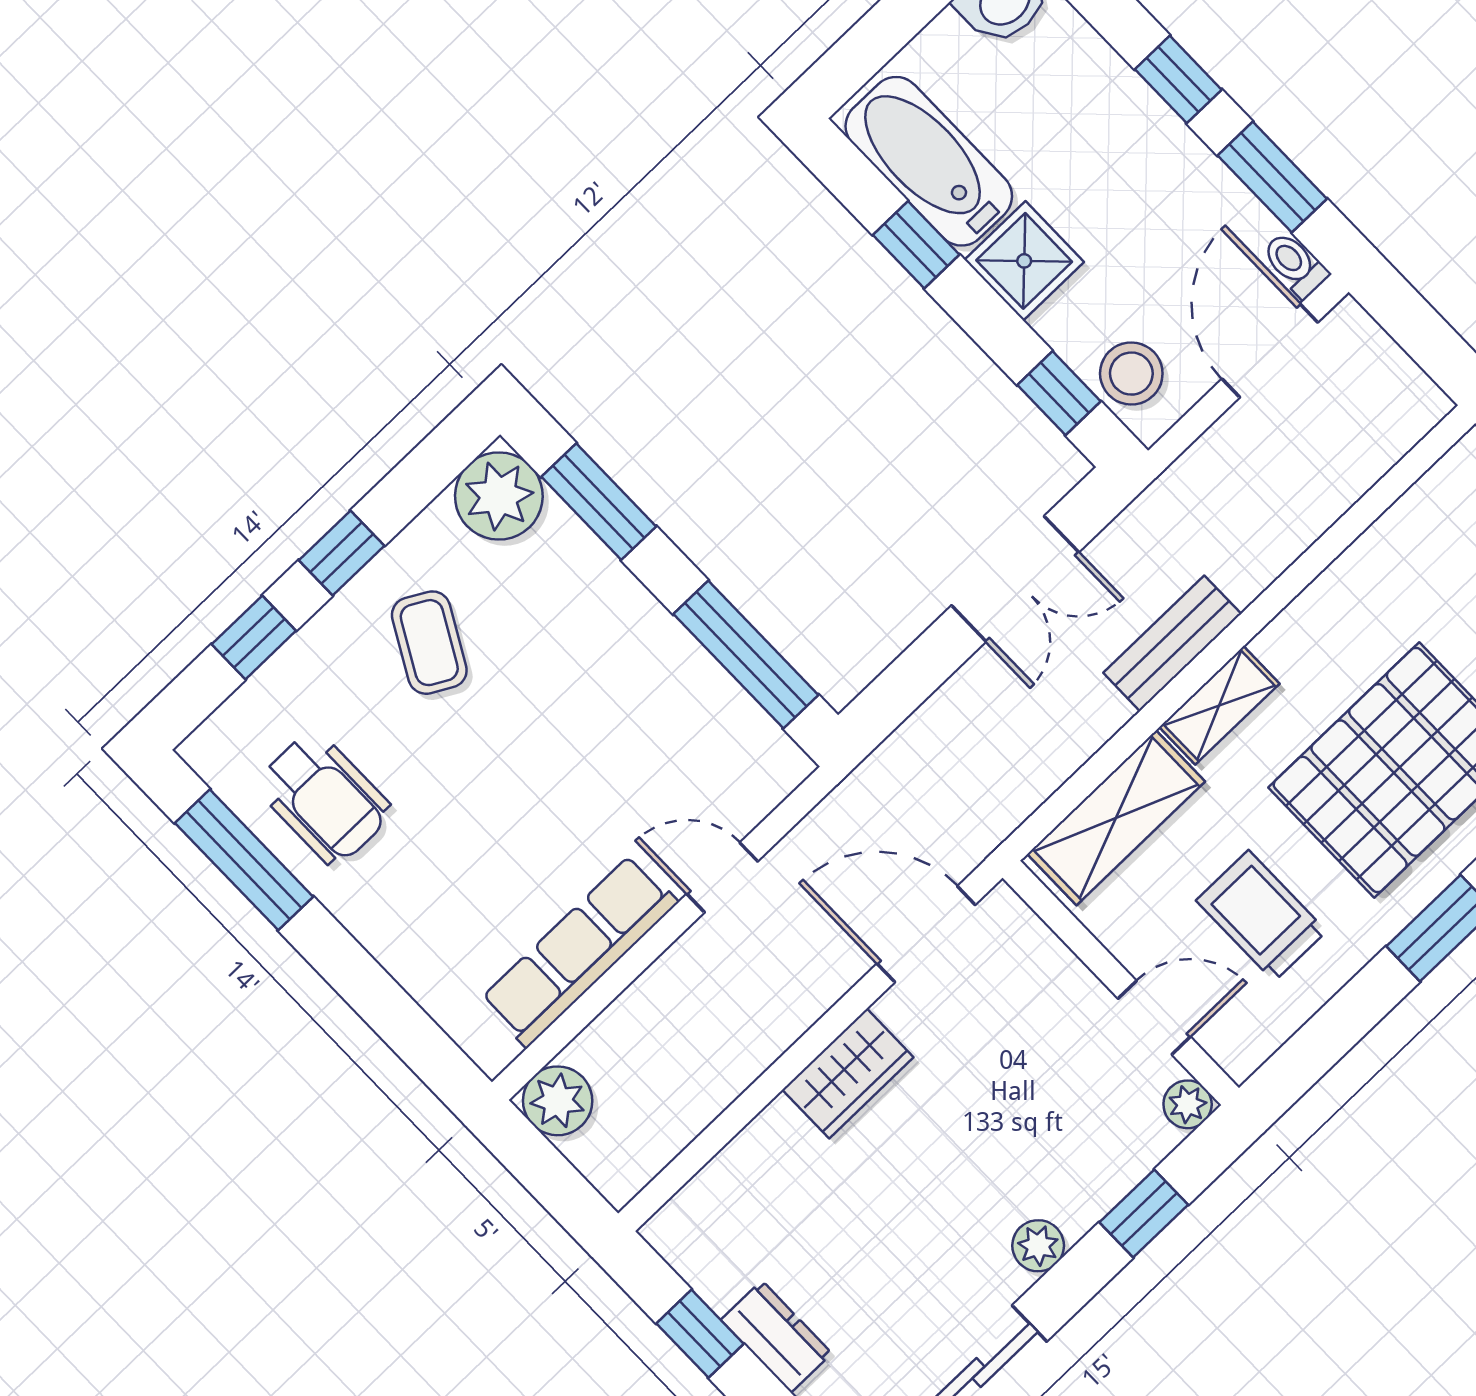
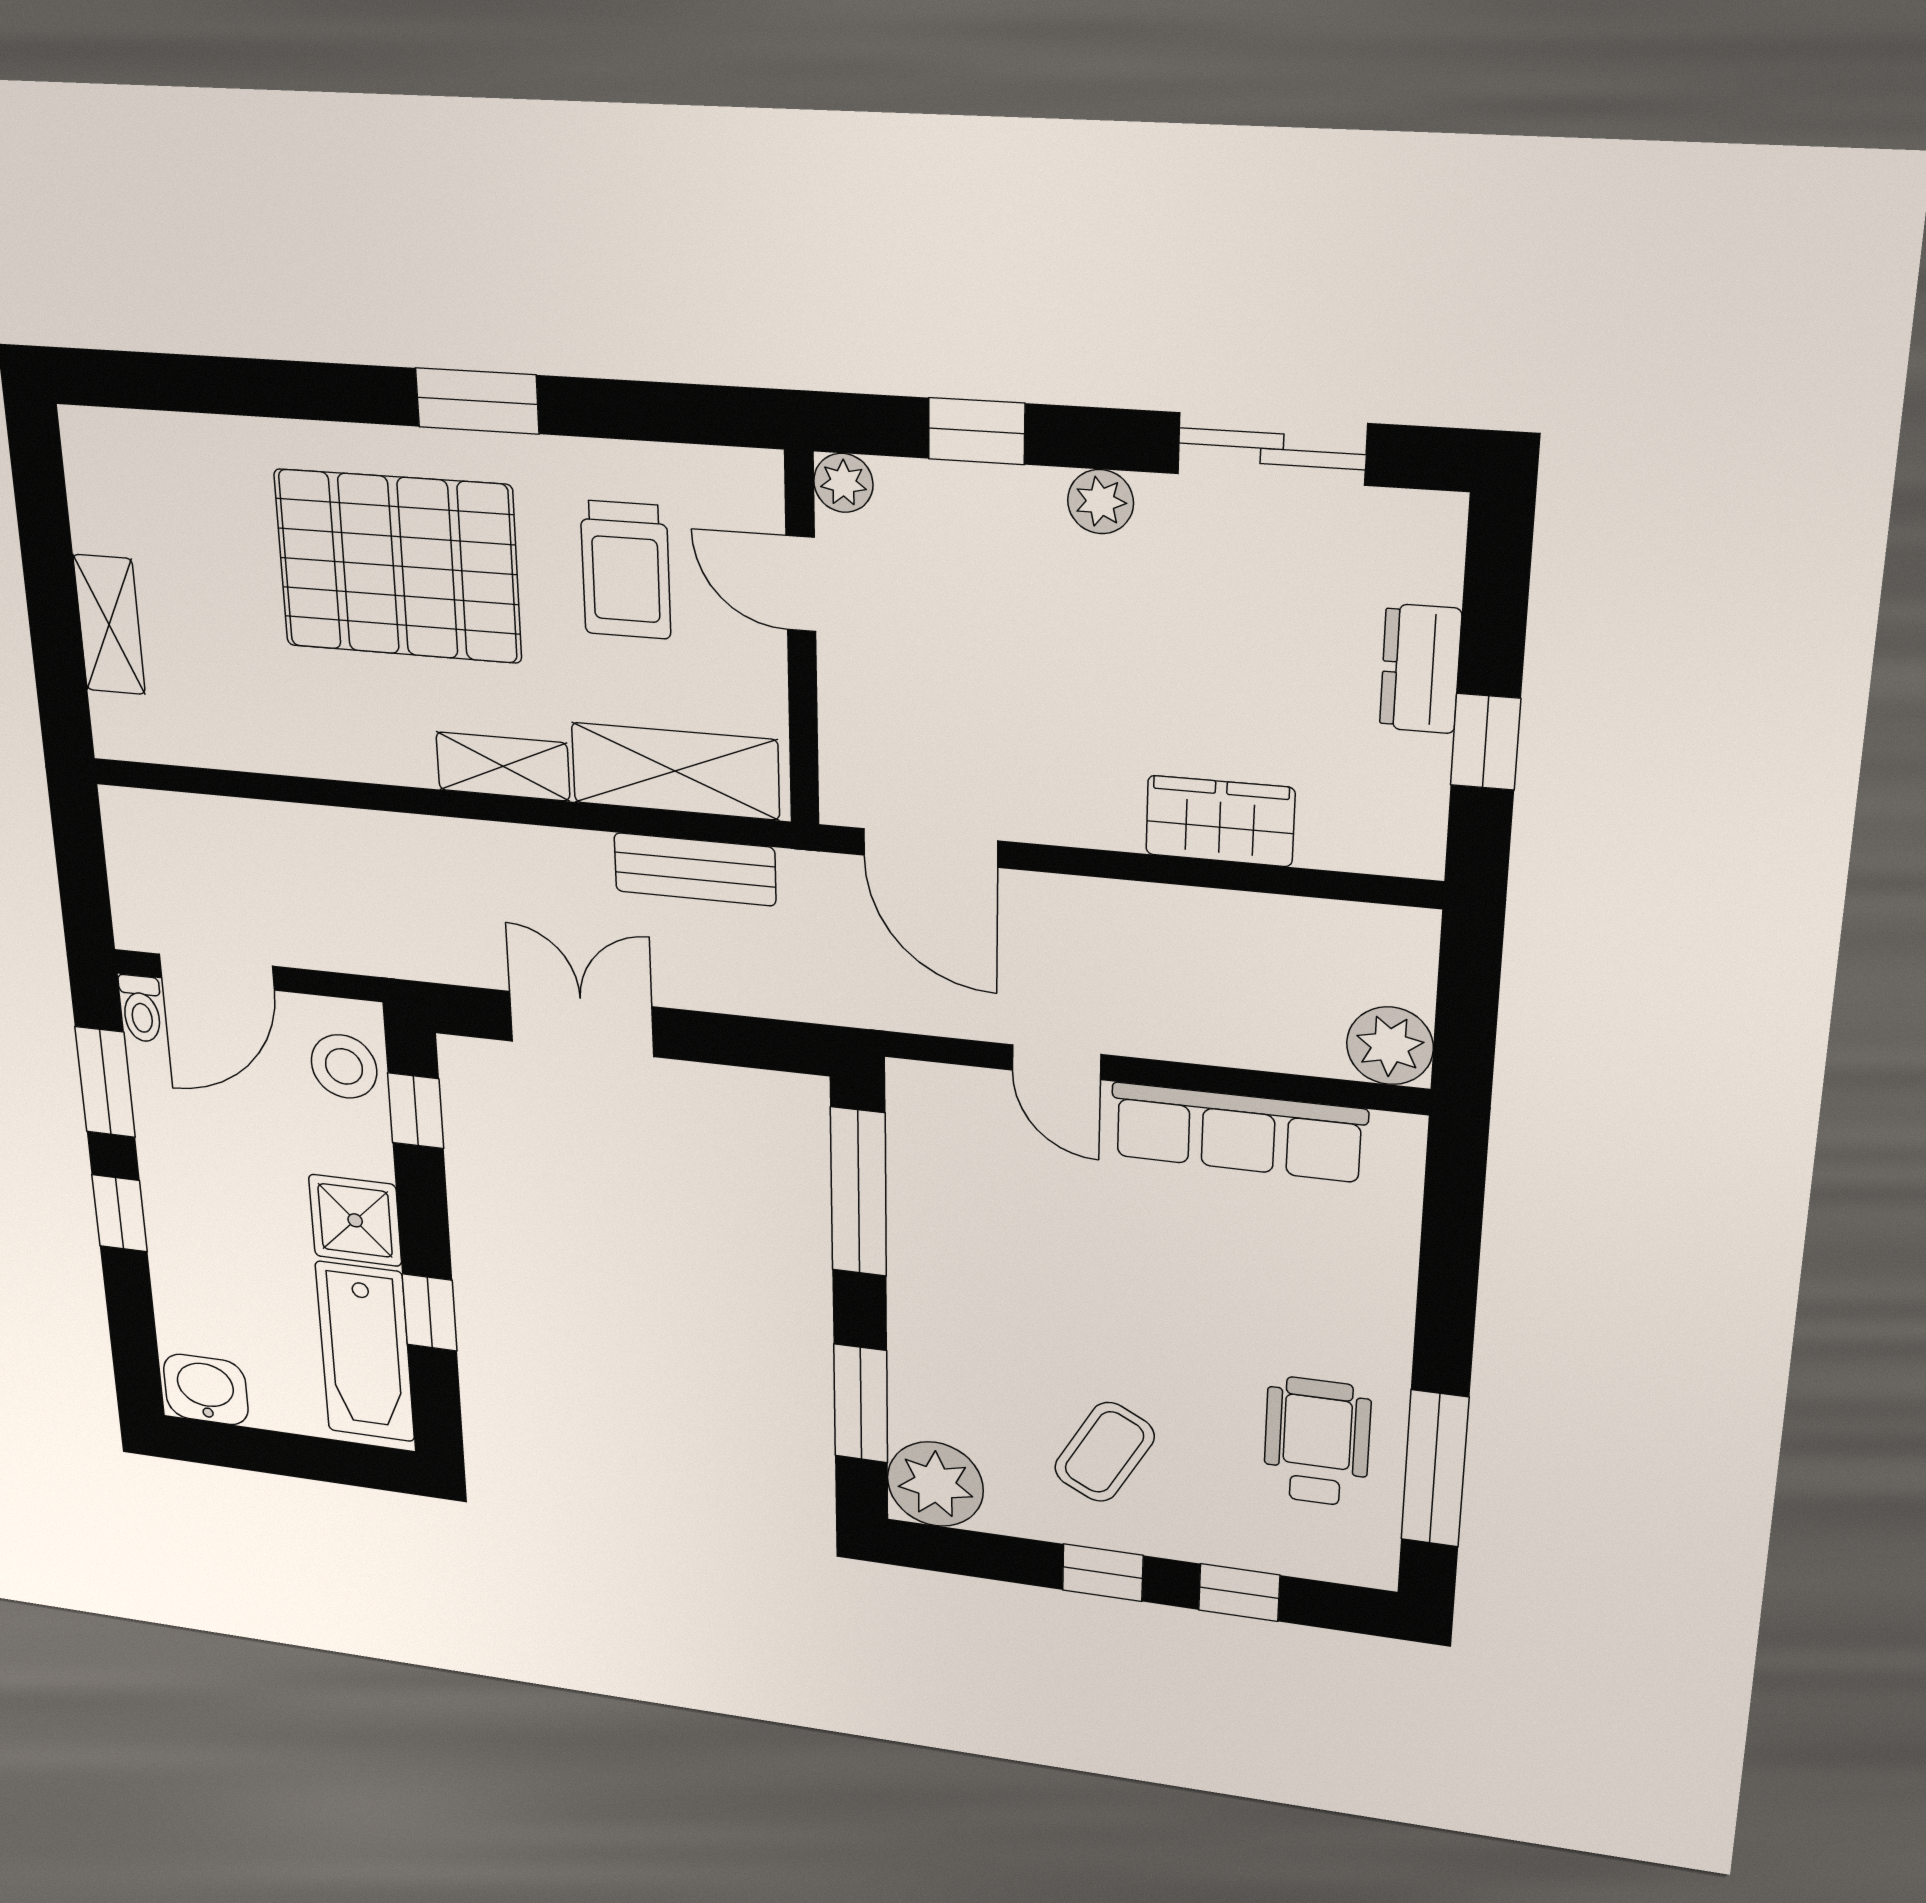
bench: (1172, 643) -> (695, 869), moved
wardrobe: (848, 1073) -> (1220, 821), moved

